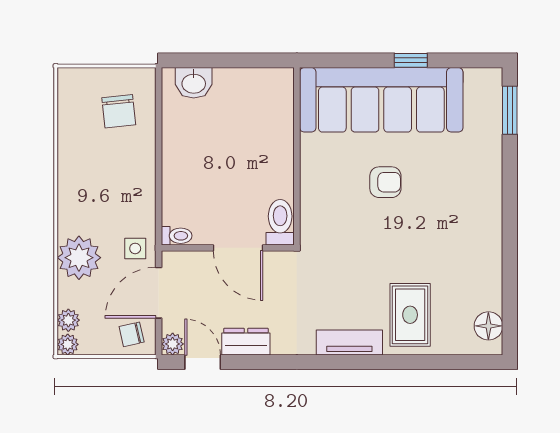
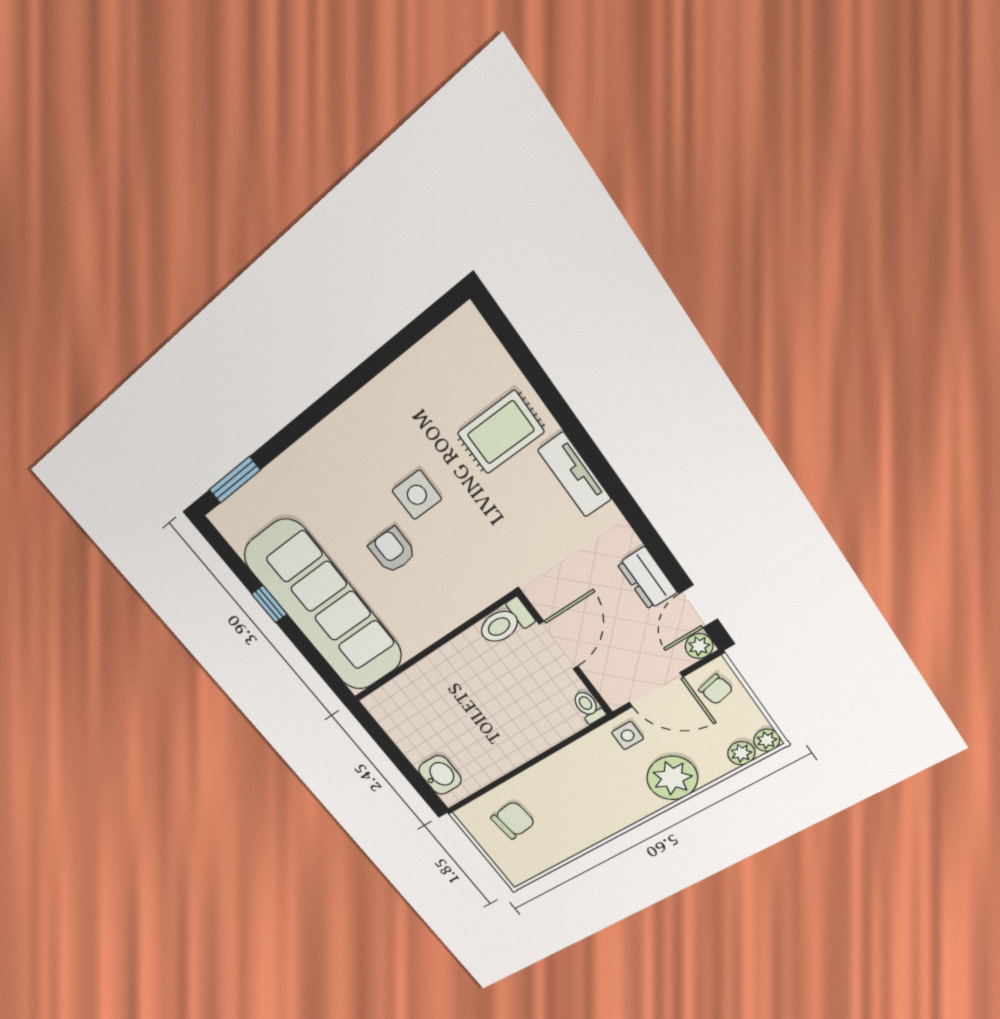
side table: (410, 229) -> (417, 495), added
floor lamp: (488, 326) -> (451, 339), removed

